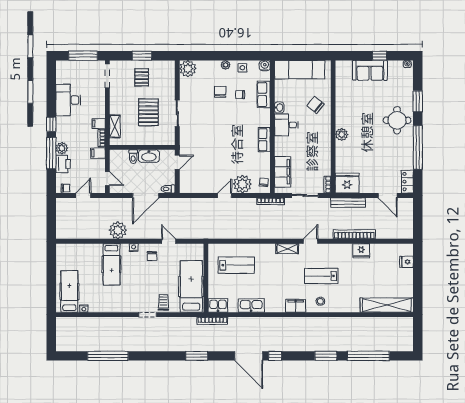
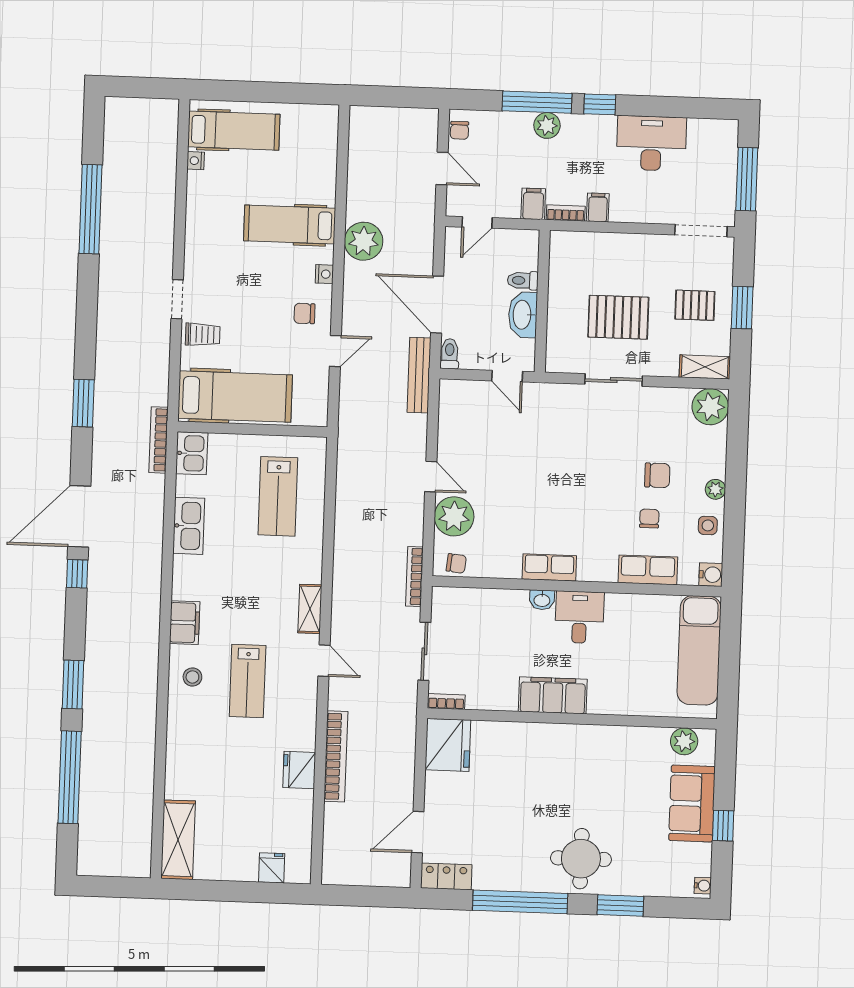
chair: (316, 105) -> (621, 682), removed
washbasin: (279, 108) -> (542, 600), moved
shelving: (115, 126) -> (705, 367), moved
plant: (342, 134) -> (684, 741), moved
printer: (63, 164) -> (513, 127), removed
filing cabinet: (283, 172) -> (553, 695), moved, turned 180
bench: (348, 203) -> (419, 375), moved
lab bench: (321, 276) -> (248, 681), turned 180
shelving: (387, 305) -> (178, 840), width x0.68

